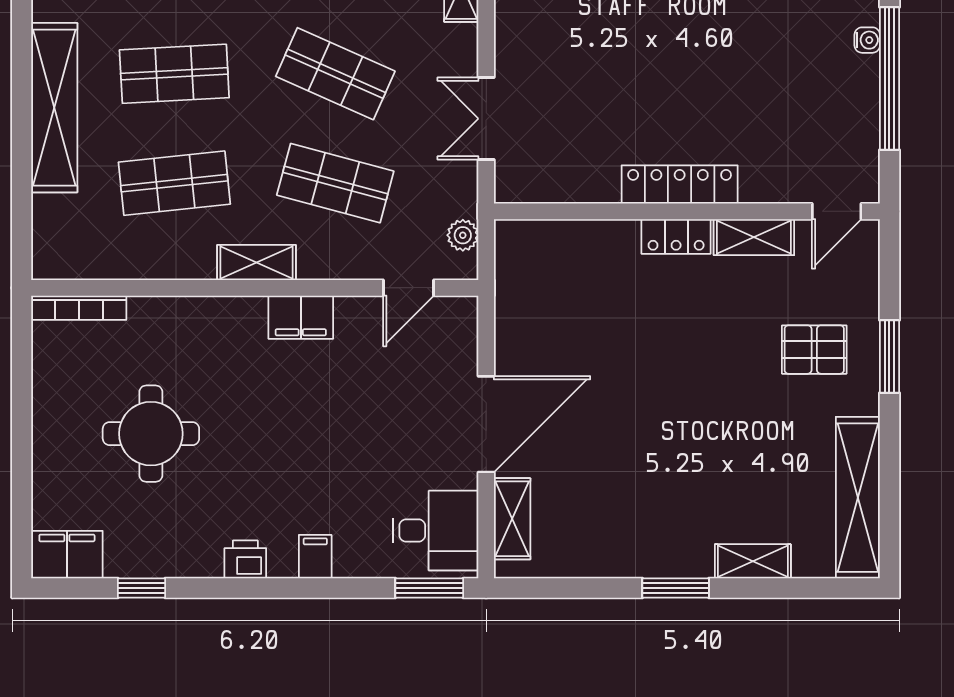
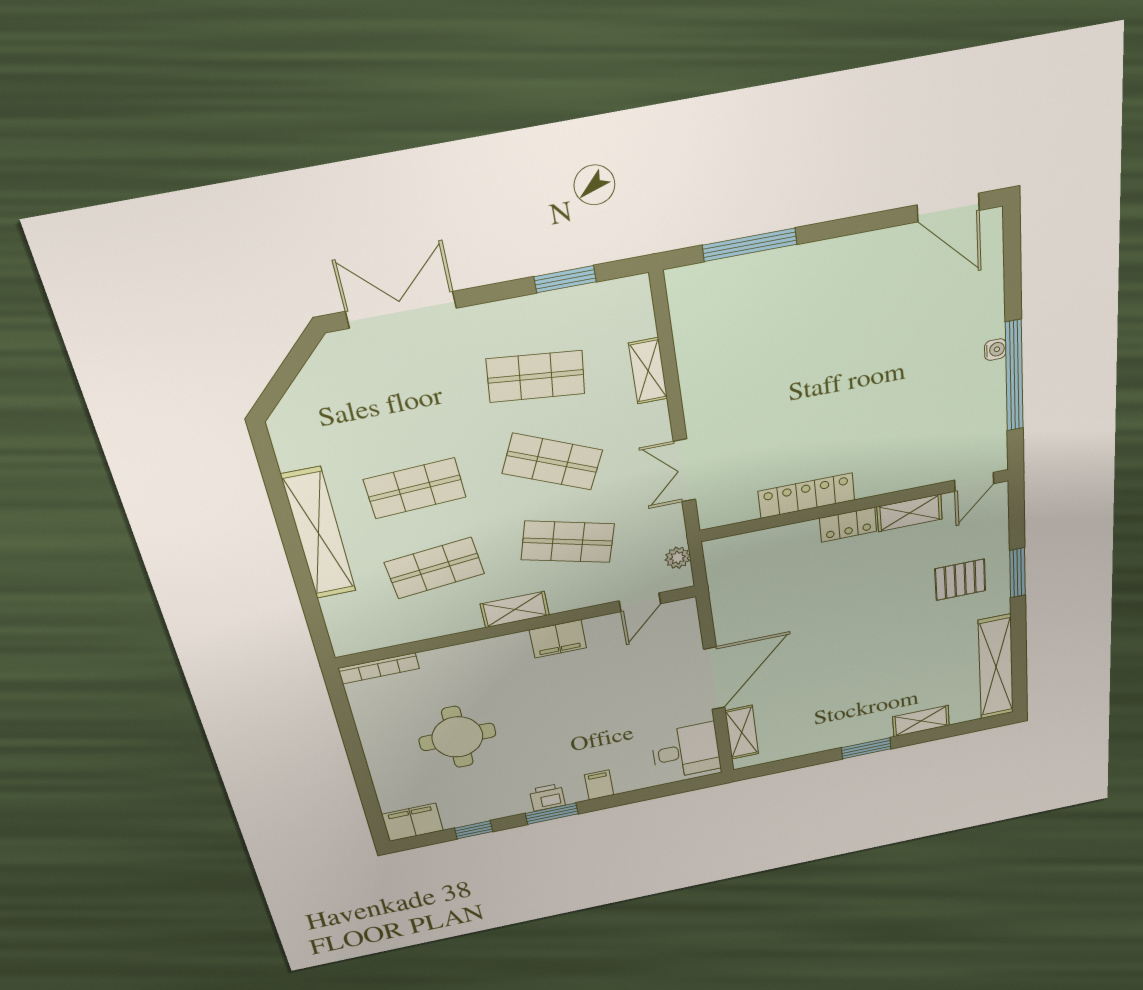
locker: (680, 185) -> (806, 496), moved
window: (429, 588) -> (552, 814), moved

